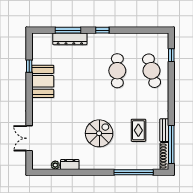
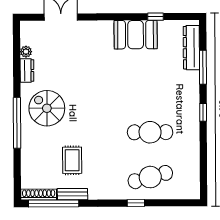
dresser: (70, 39) -> (191, 48), moved
window: (171, 55) -> (136, 203), moved
rug: (138, 130) -> (72, 160), turned 90
spiral stairs: (99, 133) -> (47, 108), moved, turned 180
window: (134, 172) -> (17, 123), moved

